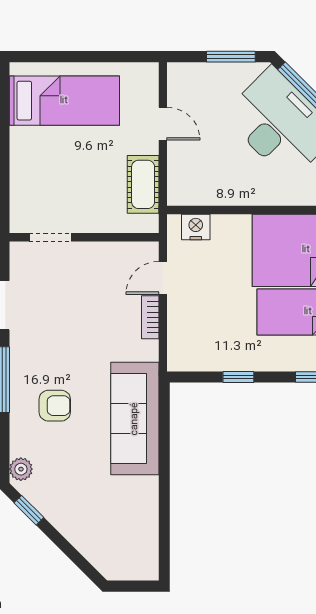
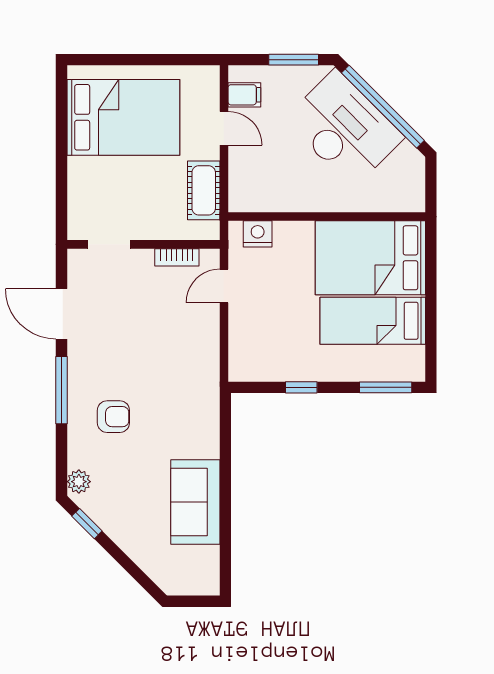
filing cabinet: (183, 91) -> (244, 95), added
bed: (64, 101) -> (123, 117), width x1.50
bookcase: (150, 317) -> (177, 257), moved, turned -90
sofa: (135, 419) -> (195, 502), moved, width x0.73

